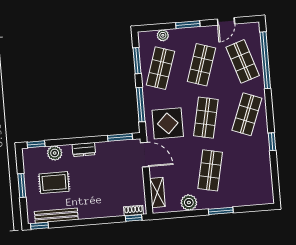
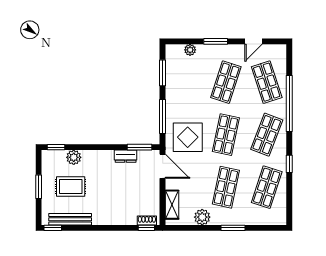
window: (265, 60) -> (289, 104), moved
shop shelf: (160, 68) -> (267, 187), moved
dresser: (84, 149) -> (126, 156), moved

